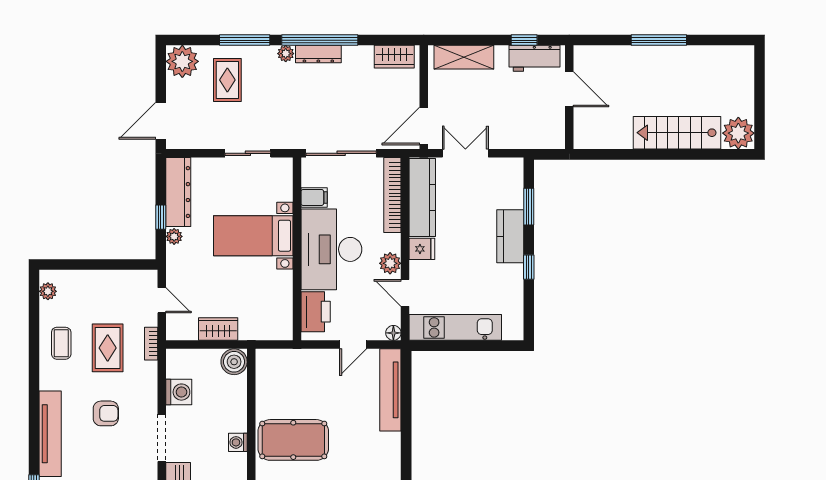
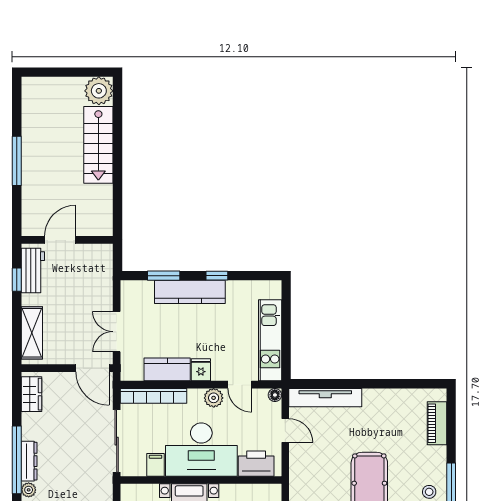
kitchen counter: (422, 197) -> (167, 369), width x0.67
kitchen counter: (510, 236) -> (190, 292), width x1.50
door: (405, 293) -> (240, 385), hinge flipped

